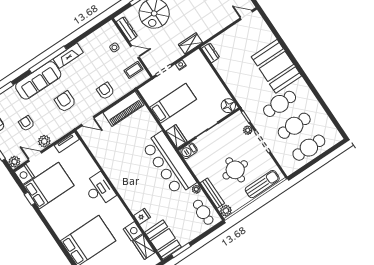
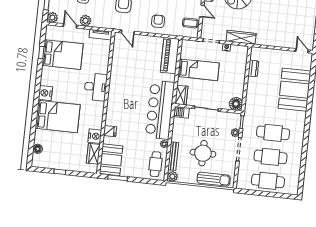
wardrobe: (190, 43) -> (241, 37), width x1.50
dresser: (211, 53) -> (253, 68), moved
booth: (276, 66) -> (295, 90), moved
piano: (123, 109) -> (170, 56), moved, turned 90
nightstand: (24, 174) -> (45, 93), moved

